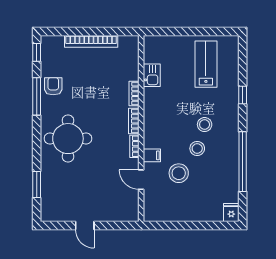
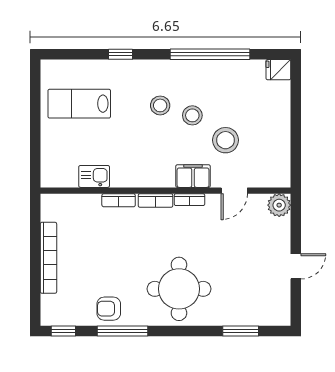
filing cabinet: (152, 155) -> (193, 176), width x2.00
plant: (130, 213) -> (279, 205), added

